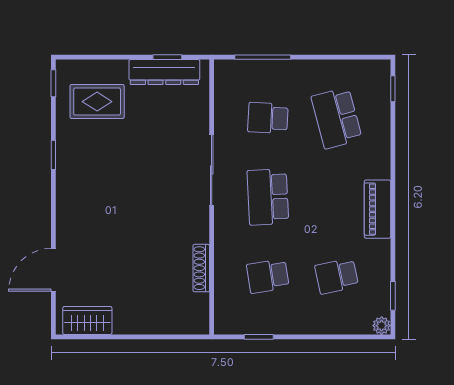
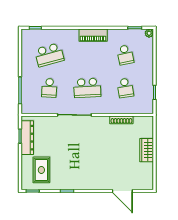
wardrobe: (87, 320) -> (147, 150), moved

